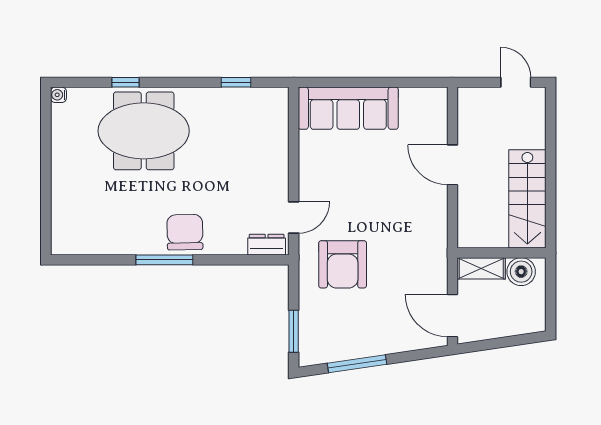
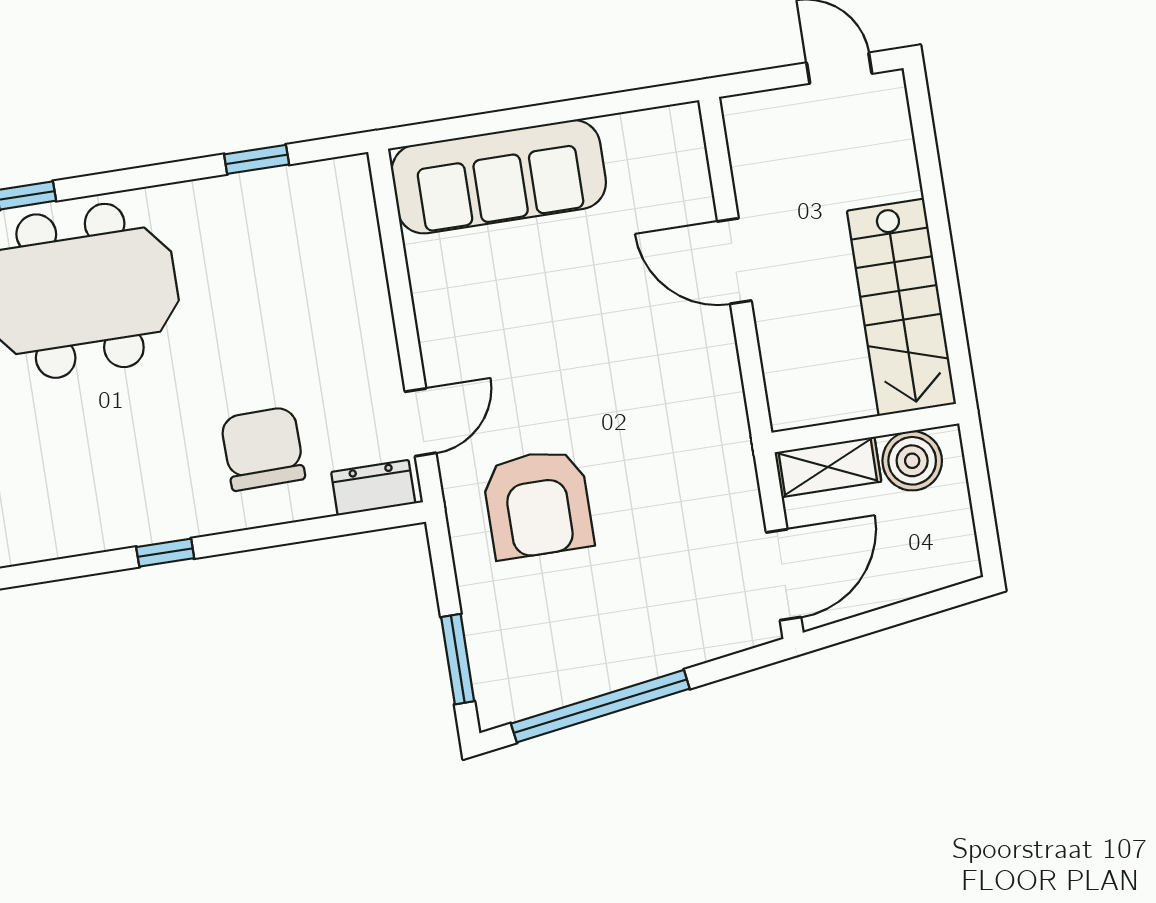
chair: (185, 232) -> (263, 449), moved
window: (164, 260) -> (165, 553), width x0.46
door: (452, 316) -> (784, 575), swing flipped
window: (357, 364) -> (600, 706), width x1.46

